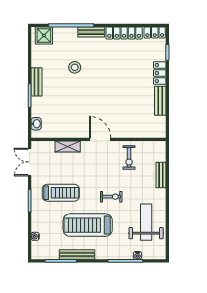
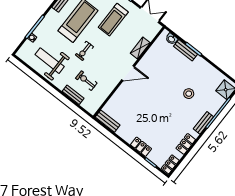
locker: (124, 33) -> (186, 144), width x0.66
bench: (36, 82) -> (185, 50), moved
bench: (160, 101) -> (108, 121), moved
exercise bike: (129, 158) -> (86, 81), moved
weight bench: (146, 222) -> (50, 61), turned 180

